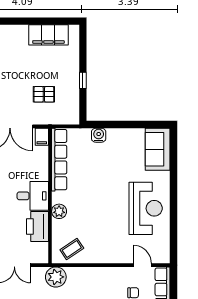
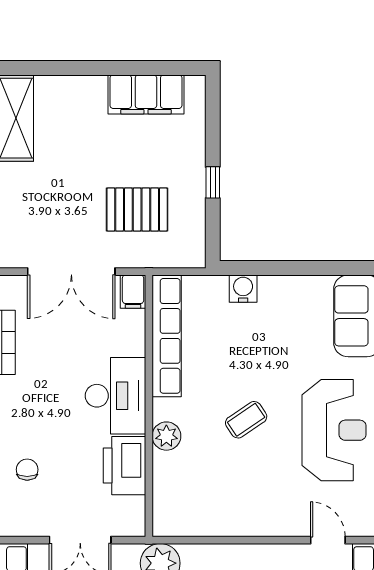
pallet: (44, 94) -> (137, 210), width x1.50, depth x1.42
desk: (33, 196) -> (115, 396), width x1.37
coffee table: (72, 249) -> (246, 420), moved

